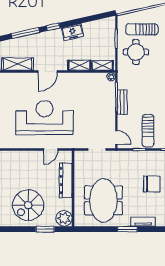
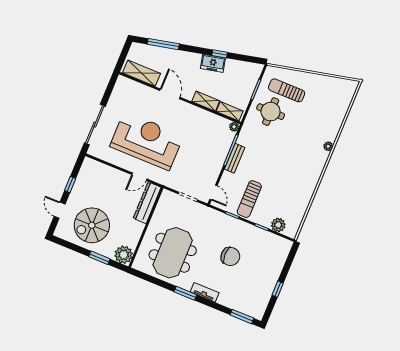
window: (53, 27) -> (220, 54), moved
door: (48, 71) -> (170, 94), swing flipped
dresser: (66, 180) -> (147, 203), moved

